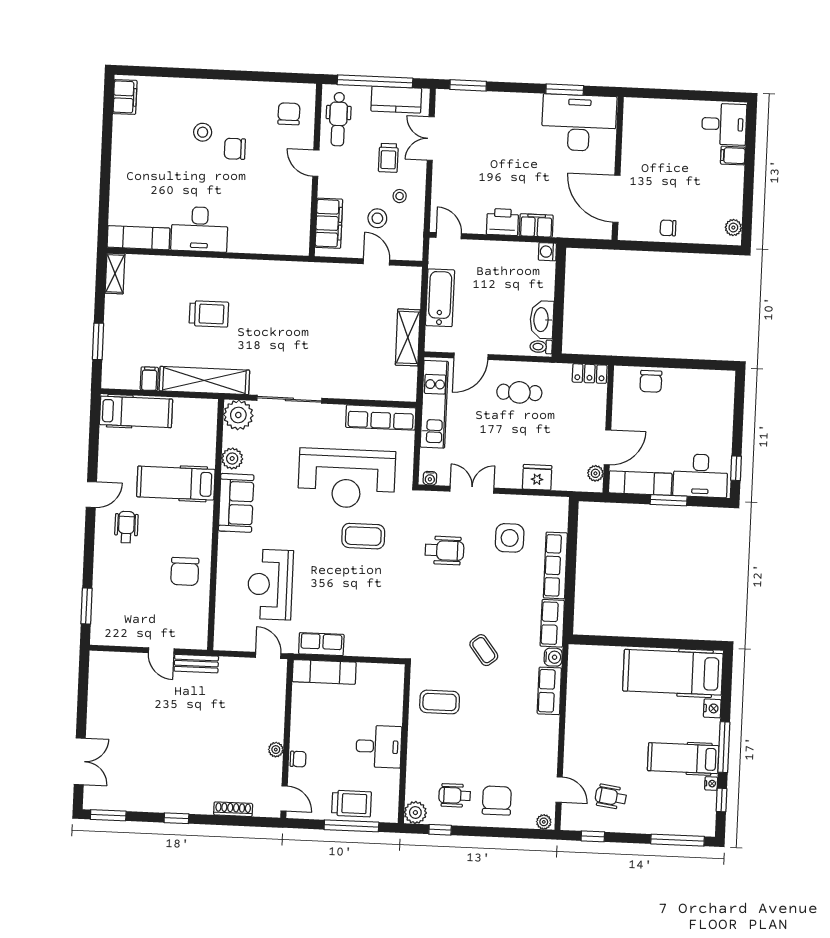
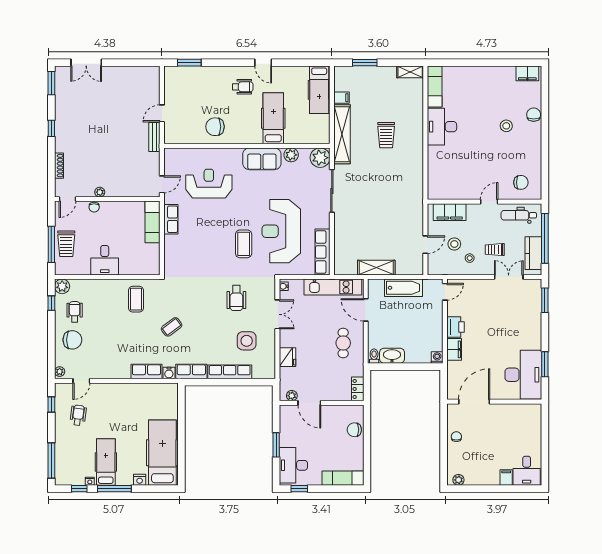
chair: (235, 149) -> (534, 115), moved
exam couch: (640, 483) -> (343, 478), moved, turned -90

